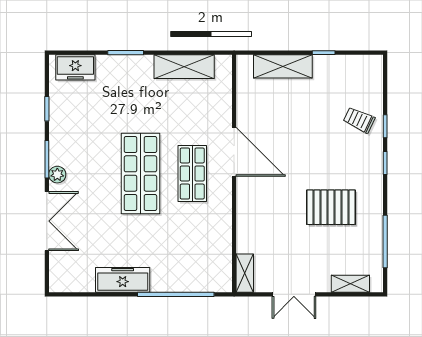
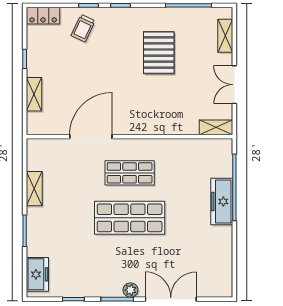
shelving: (283, 66) -> (34, 94), width x0.67, depth x0.75
shelving: (184, 67) -> (34, 189), width x0.67, depth x0.75
locker: (374, 74) -> (43, 16), added
door: (234, 152) -> (91, 137), moved
freezer: (123, 280) -> (222, 201), moved
double door: (294, 294) -> (234, 85), swing flipped

